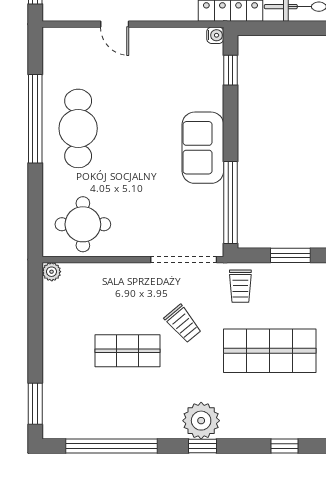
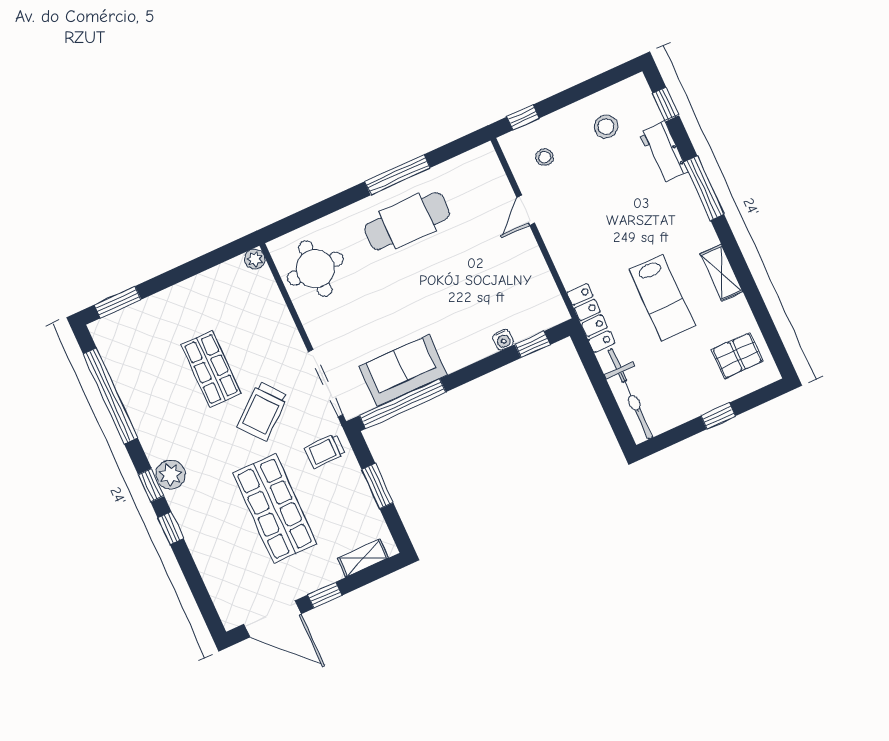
water cooler: (215, 35) -> (503, 340), moved
window: (35, 119) -> (397, 175), width x0.68
sofa: (203, 148) -> (403, 371), moved
trolley: (183, 324) -> (262, 411), width x1.36, depth x1.39
plant: (201, 421) -> (171, 475), width x0.73, depth x0.73
window: (285, 446) -> (171, 528), moved

